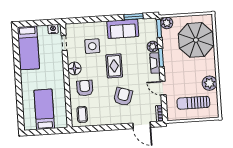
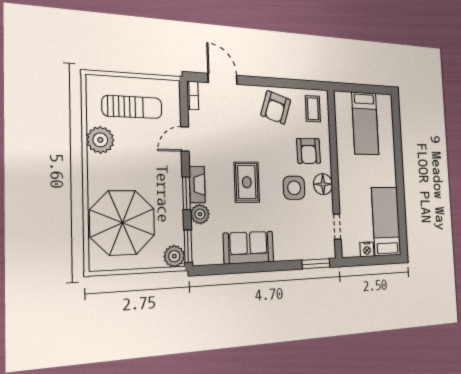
window: (134, 17) -> (316, 264), moved
nightstand: (53, 29) -> (367, 249), moved
side table: (92, 46) -> (294, 188), moved
rug: (114, 66) -> (247, 182), moved
door: (163, 88) -> (185, 139), swing flipped
armchair: (123, 97) -> (276, 107), moved

